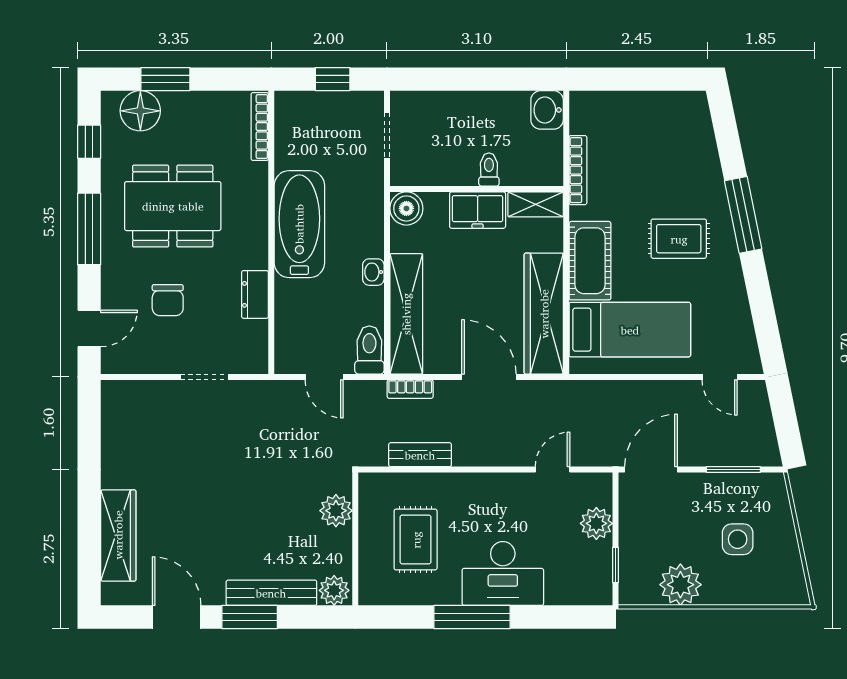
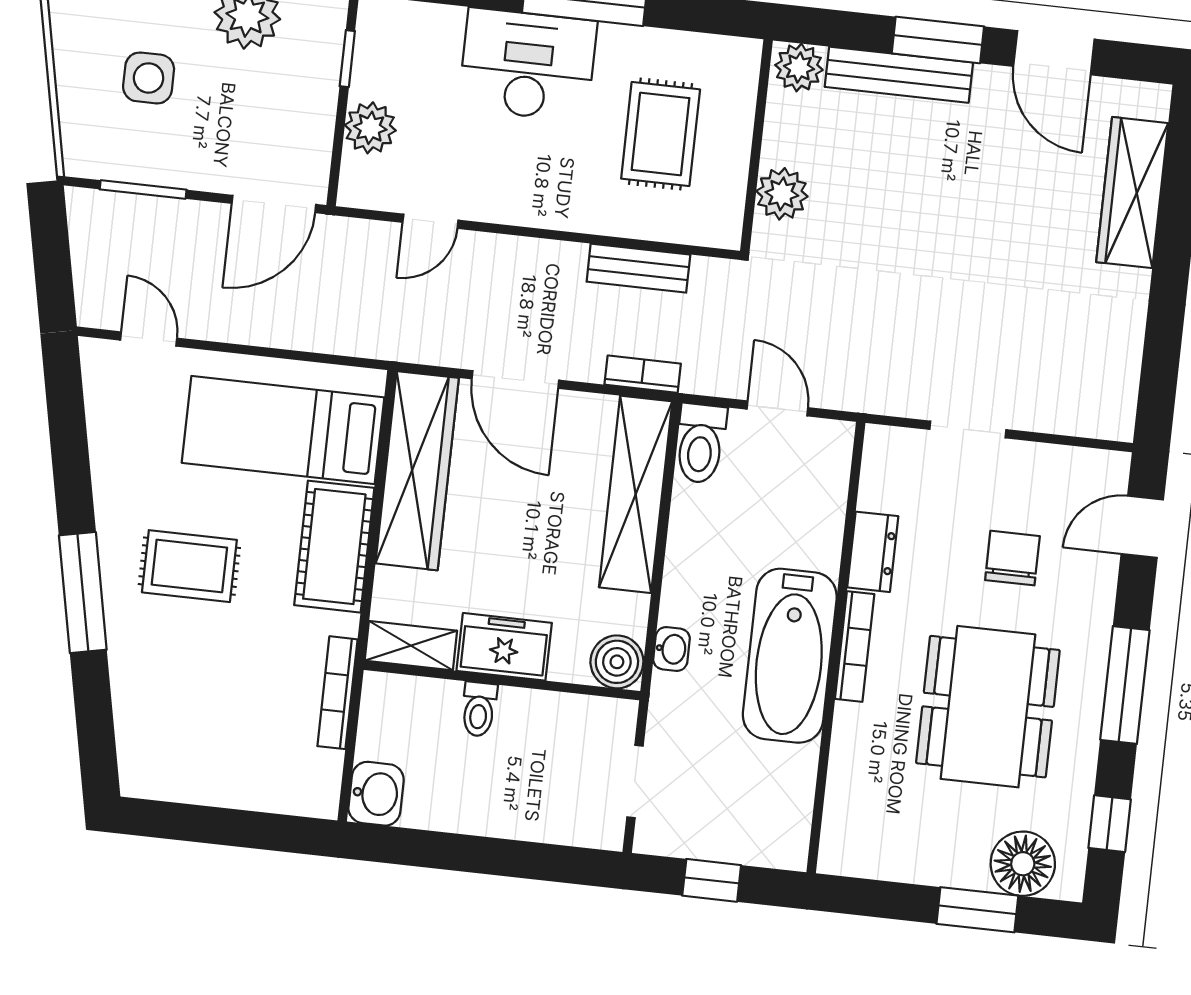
bookcase: (260, 127) -> (855, 646), moved
dining table: (173, 206) -> (988, 707), turned 90
washbasin: (373, 272) -> (672, 649), moved

